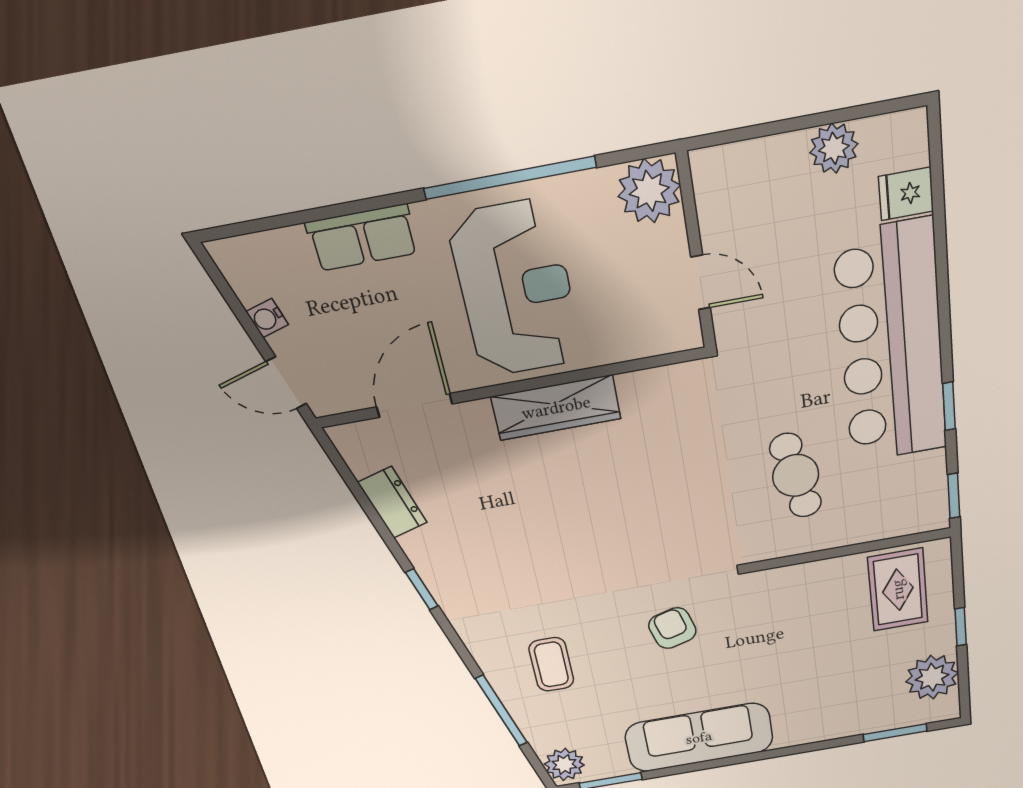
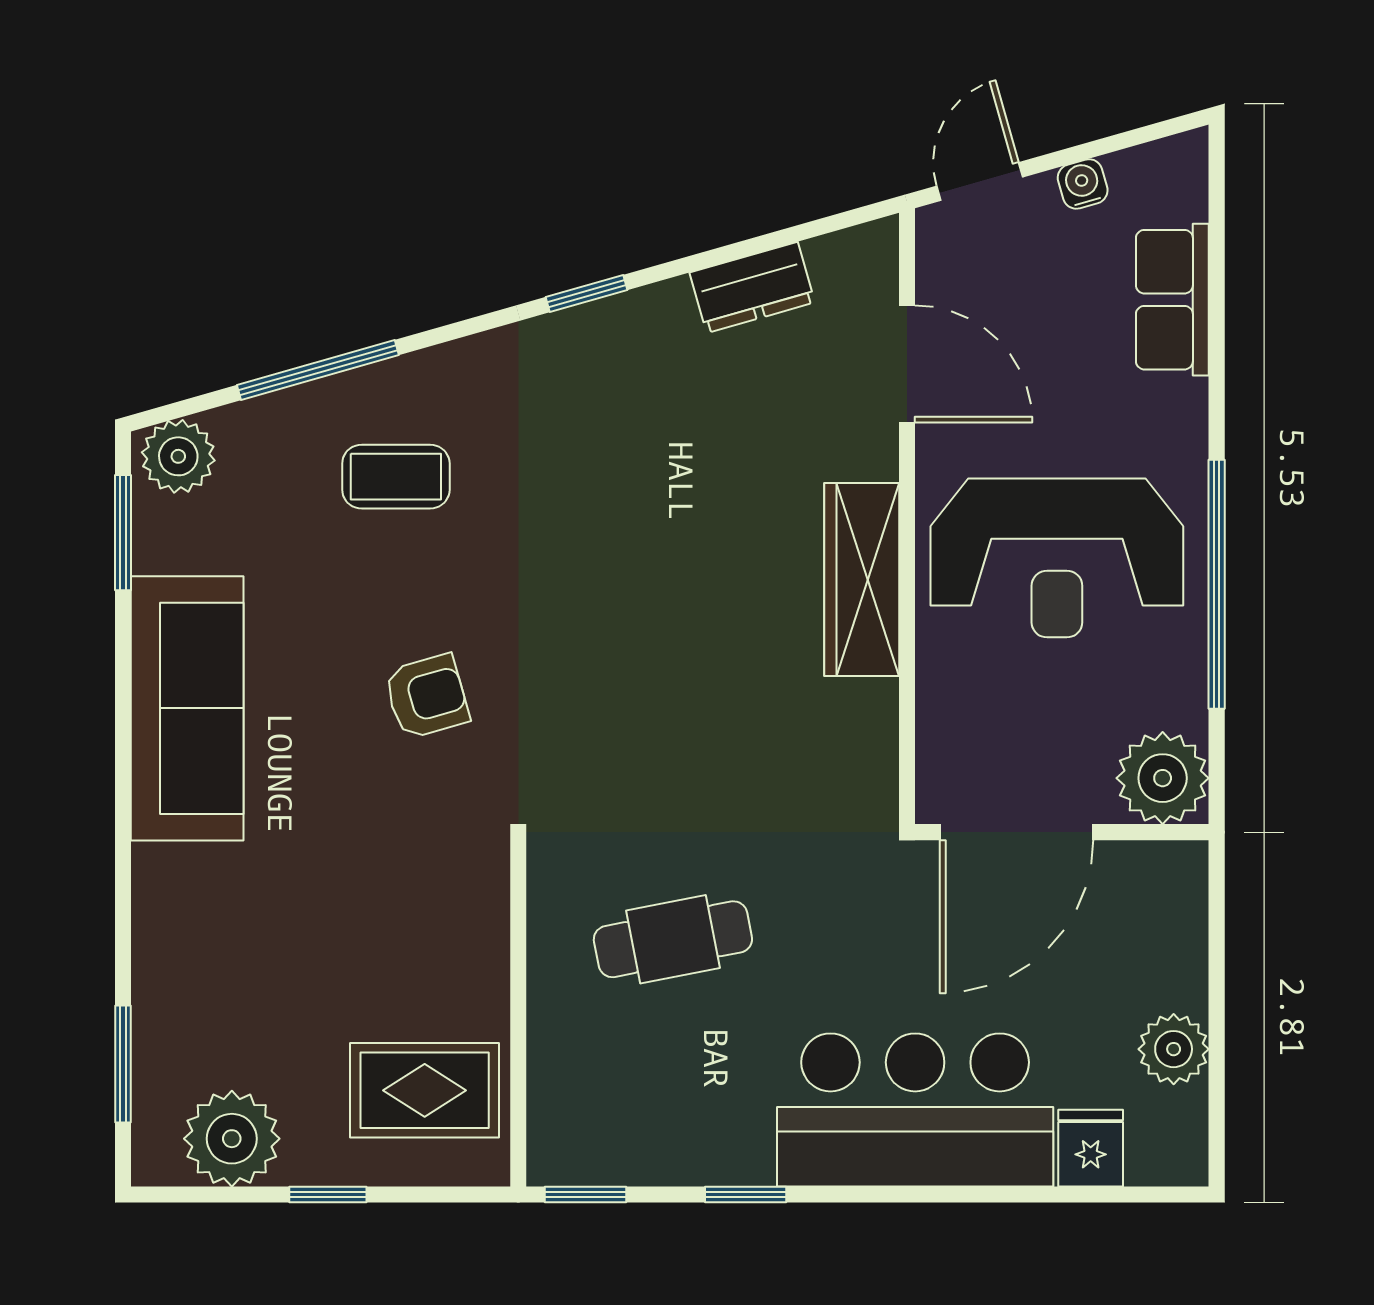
row of seats: (362, 238) -> (1172, 300), moved
door: (701, 282) -> (1016, 832), width x1.88
bar counter: (891, 345) -> (915, 1110), width x0.73

